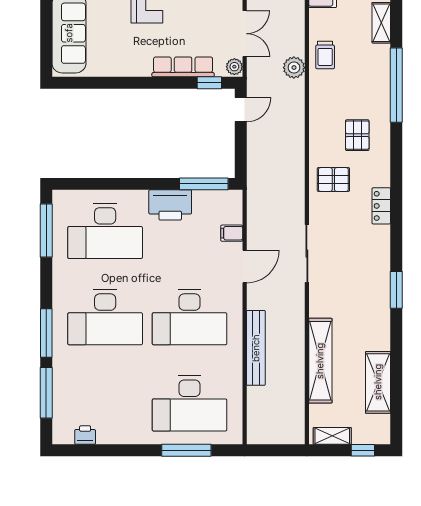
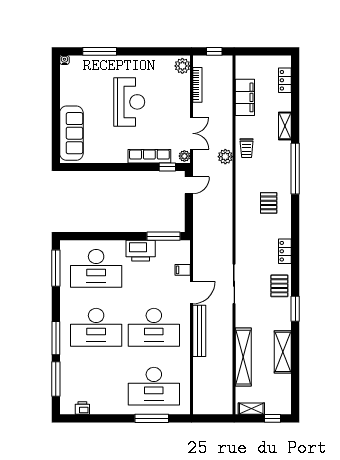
pallet: (333, 179) -> (279, 286), moved, turned 90
bench: (256, 348) -> (199, 331), moved
shelving: (378, 382) -> (283, 352), moved

